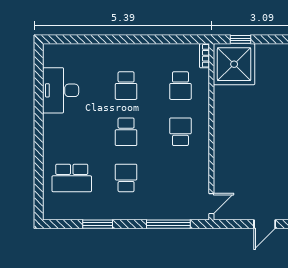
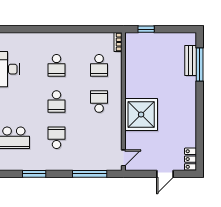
shower: (234, 64) -> (141, 115), moved

